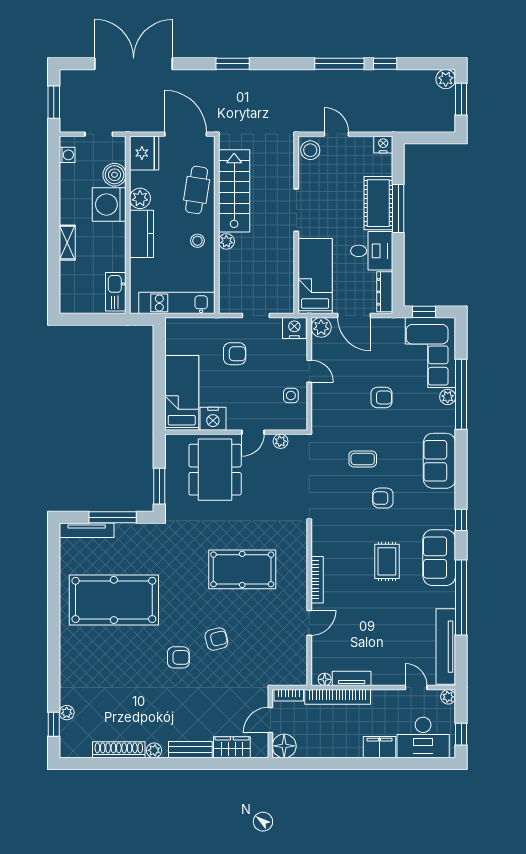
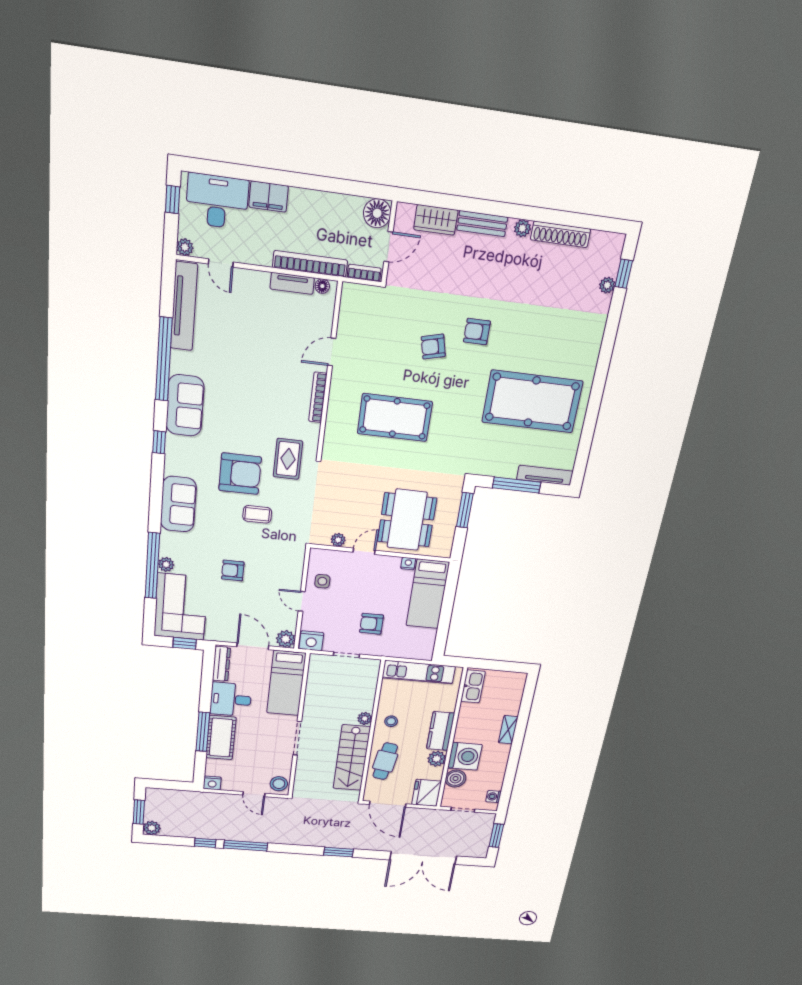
nightstand: (213, 419) -> (408, 564), width x0.53, depth x0.56
armchair: (383, 498) -> (240, 474), width x1.88, depth x1.88
rug: (387, 561) -> (288, 459), moved

